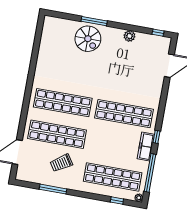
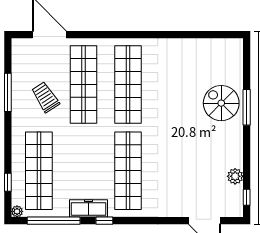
plant: (129, 36) -> (235, 176), moved
spiral stairs: (88, 39) -> (221, 103), turned 90

